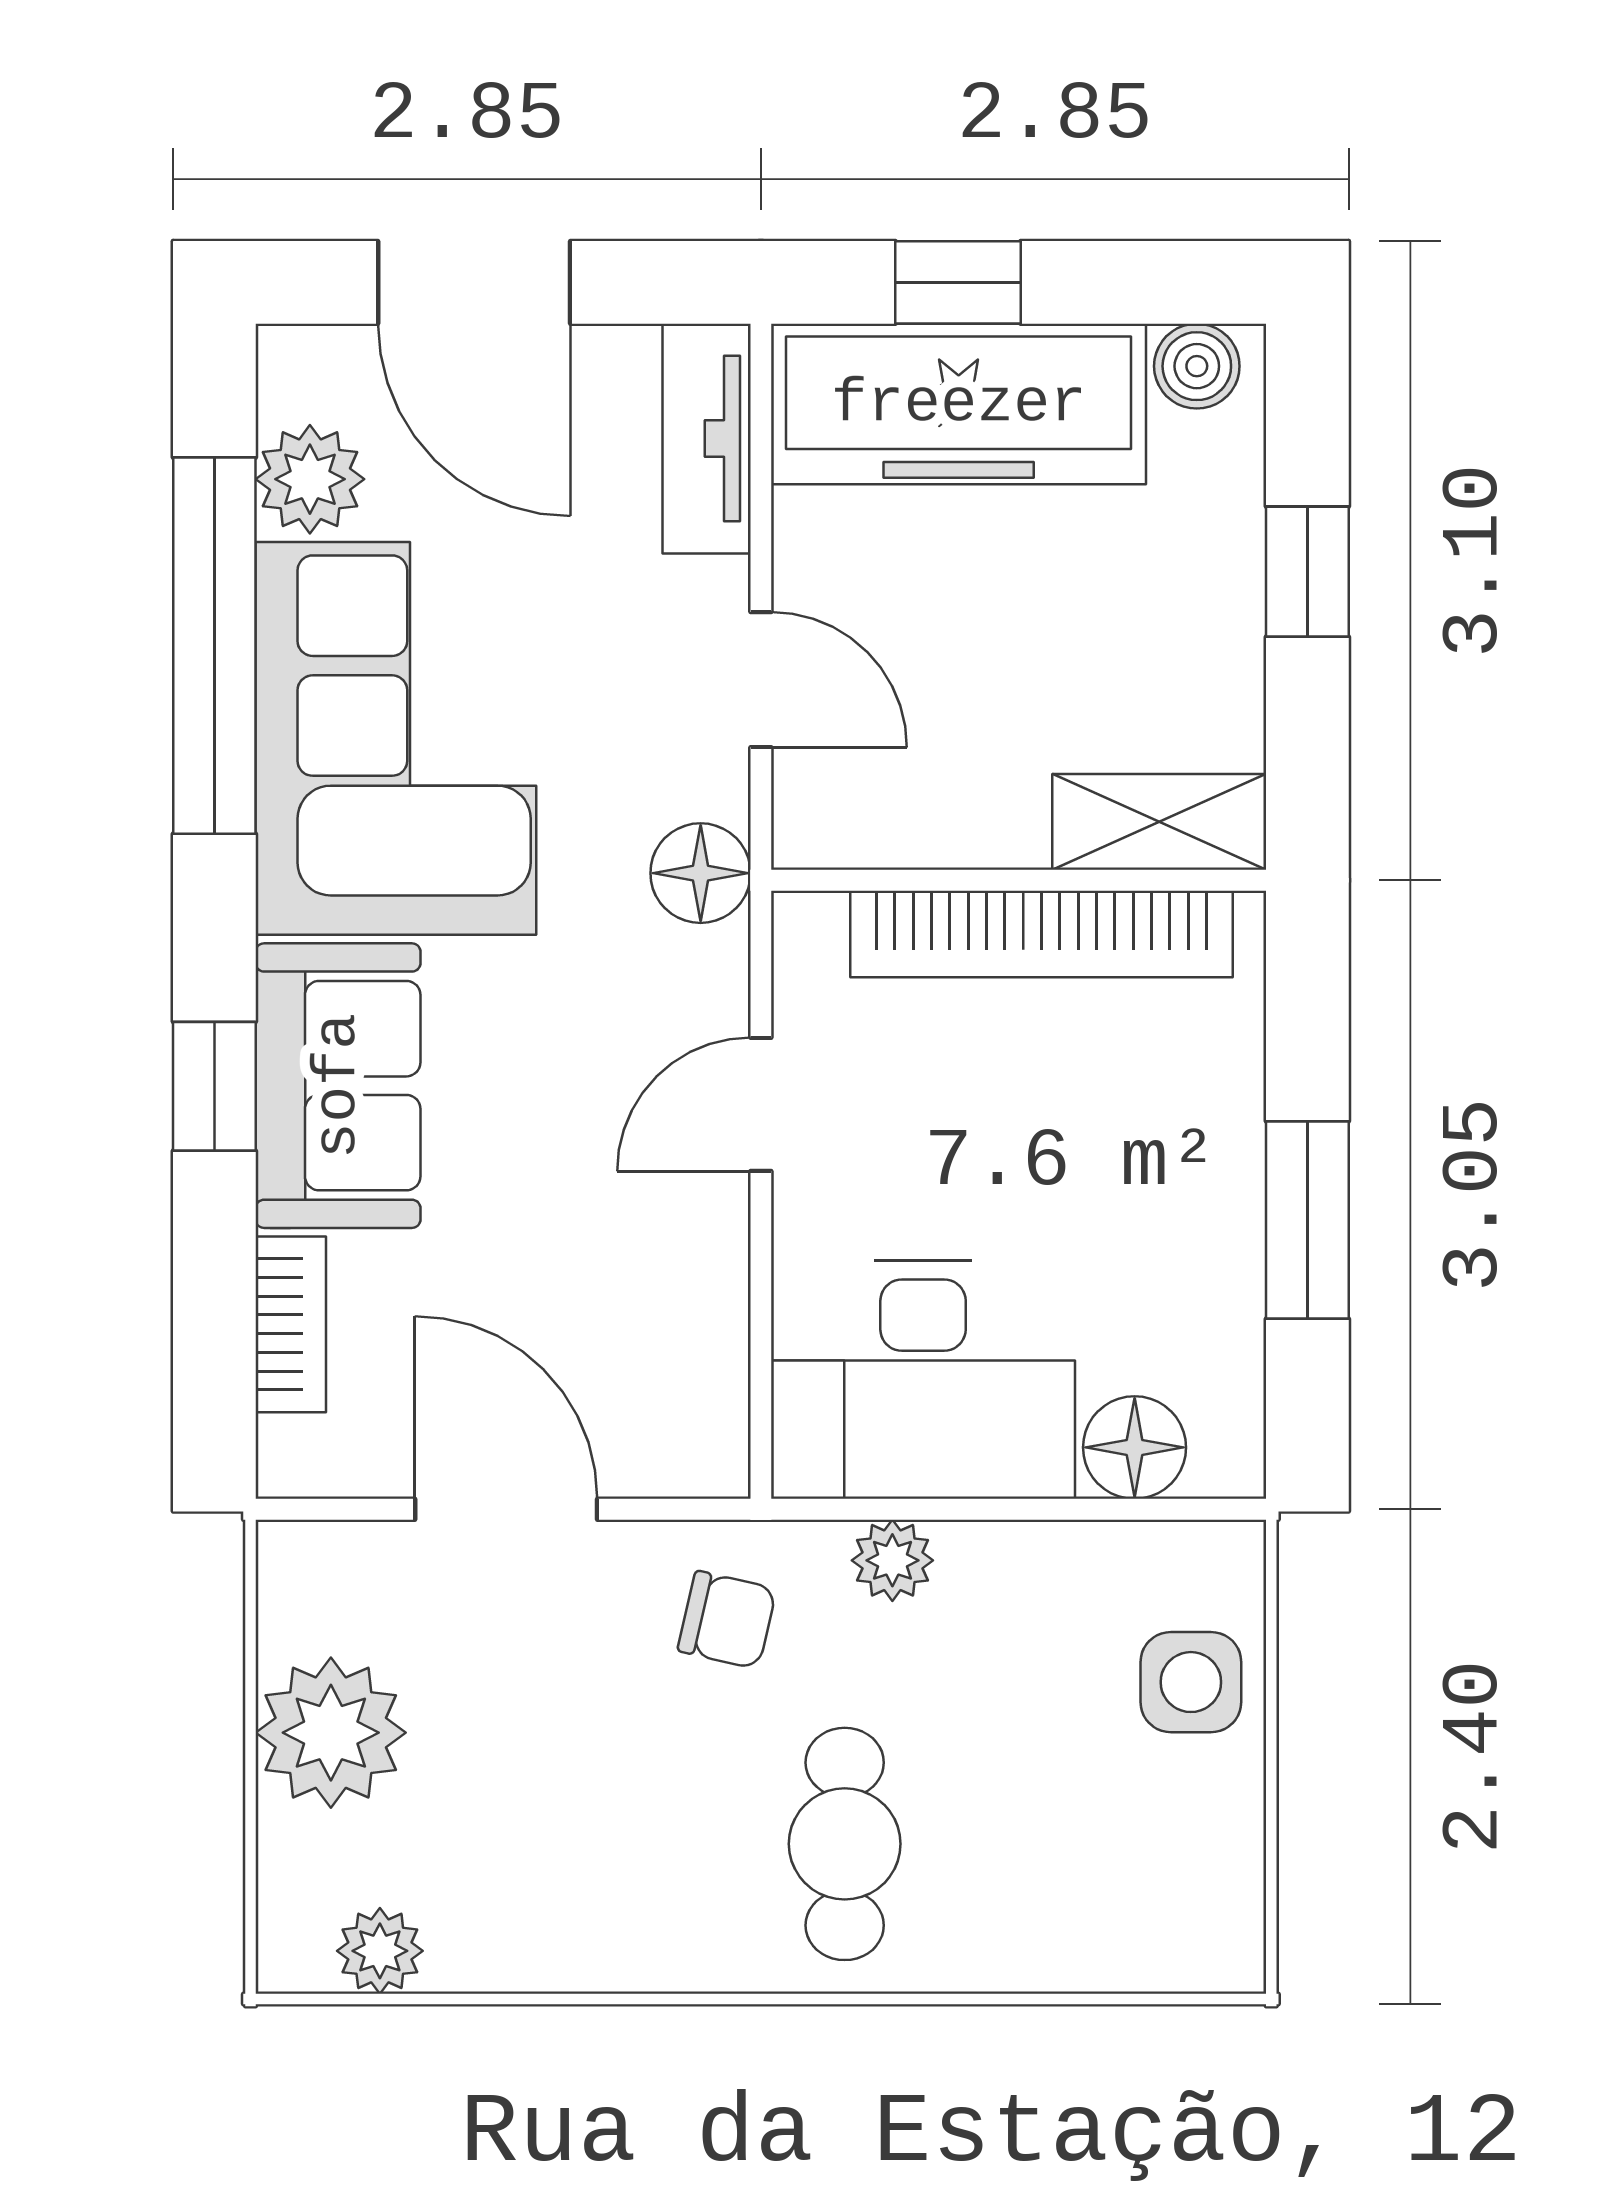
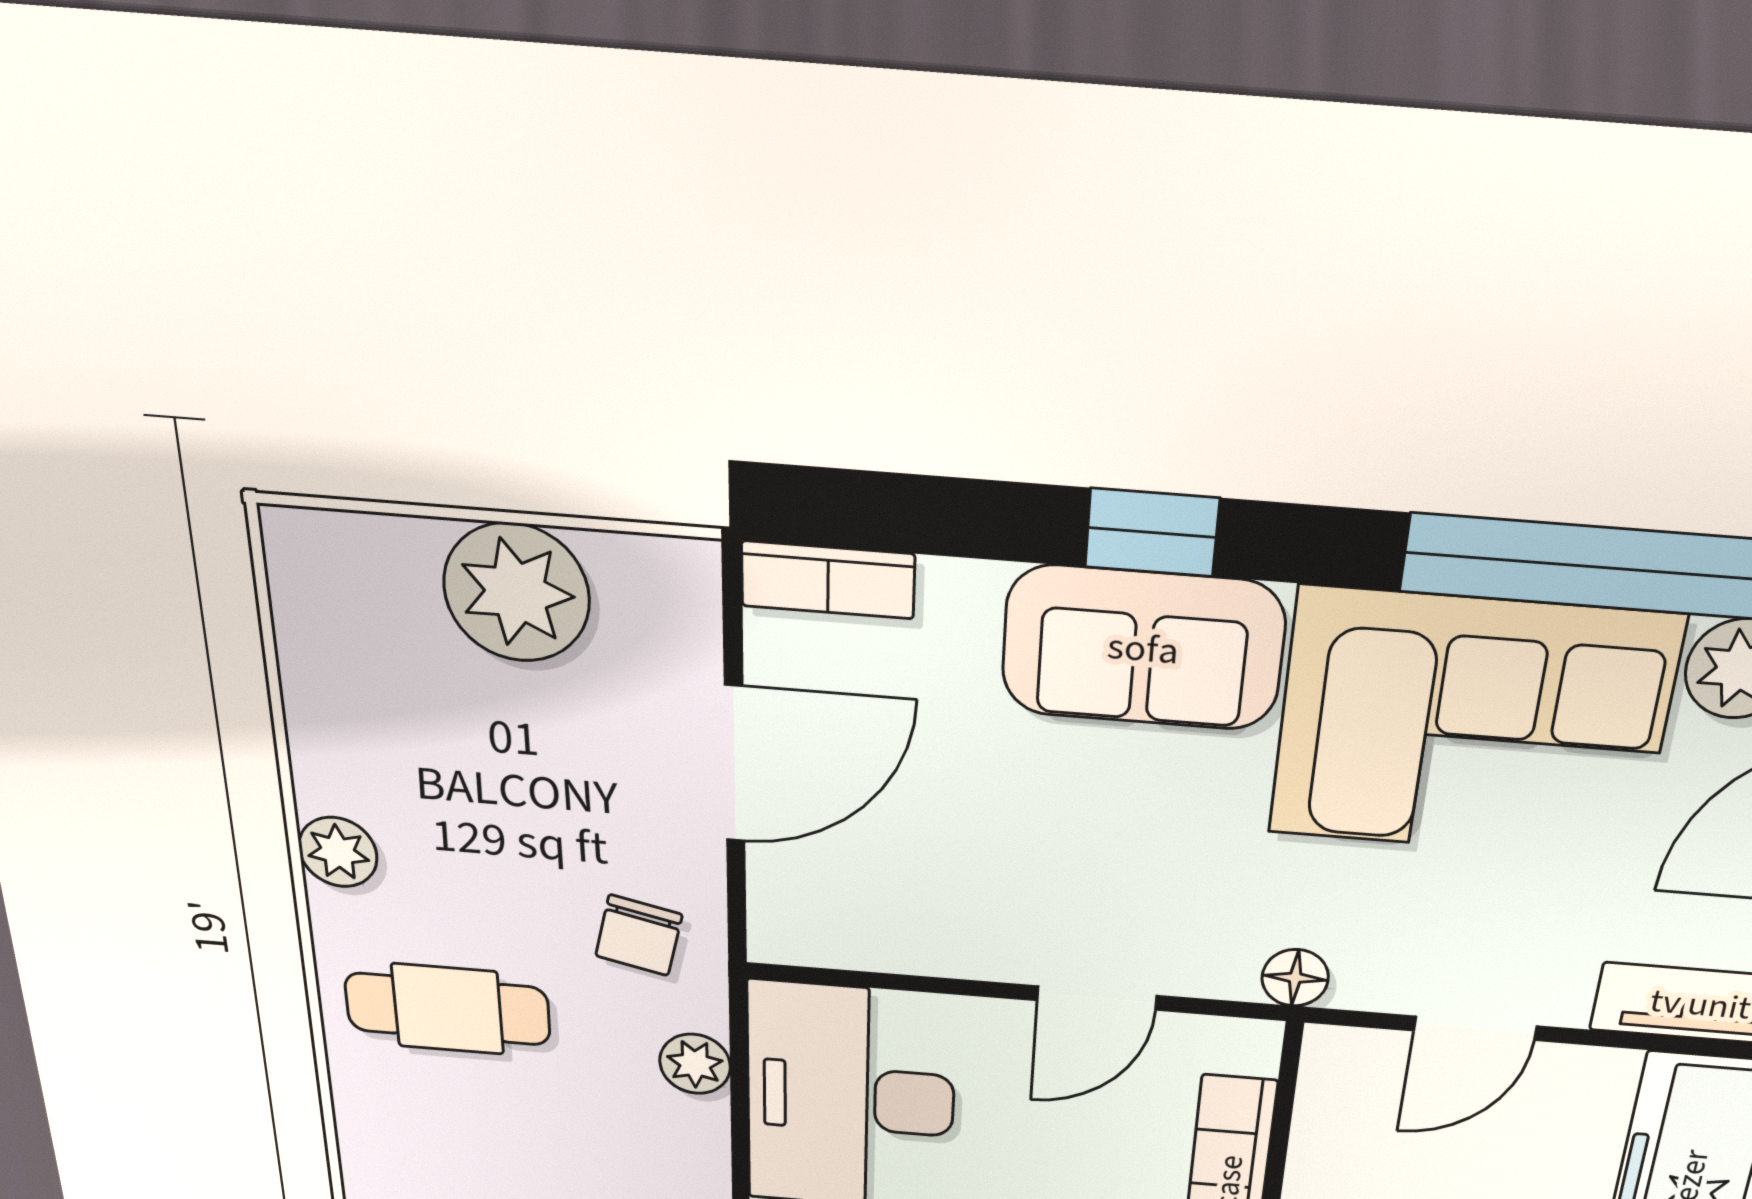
floor lamp: (701, 873) -> (1295, 978), width x0.73, depth x0.73
door: (761, 1104) -> (1097, 998), swing flipped
bookcase: (291, 1324) -> (828, 580), moved
plant: (380, 1951) -> (338, 852), moved

